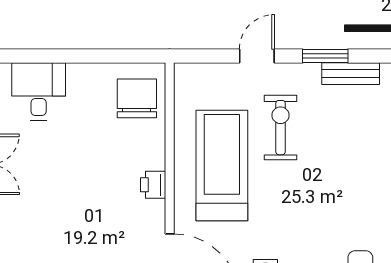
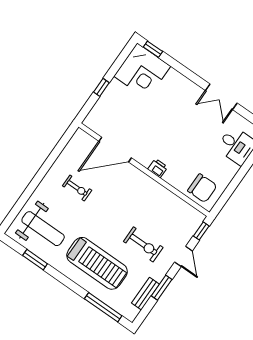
window: (201, 56) -> (201, 231), added
treadmill: (222, 165) -> (97, 263), moved

